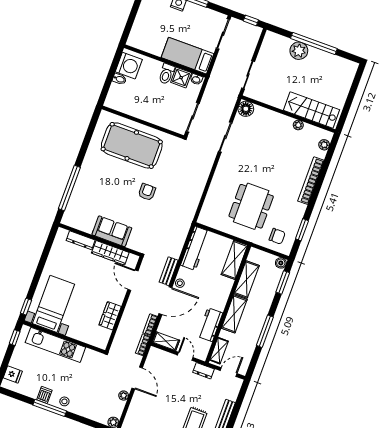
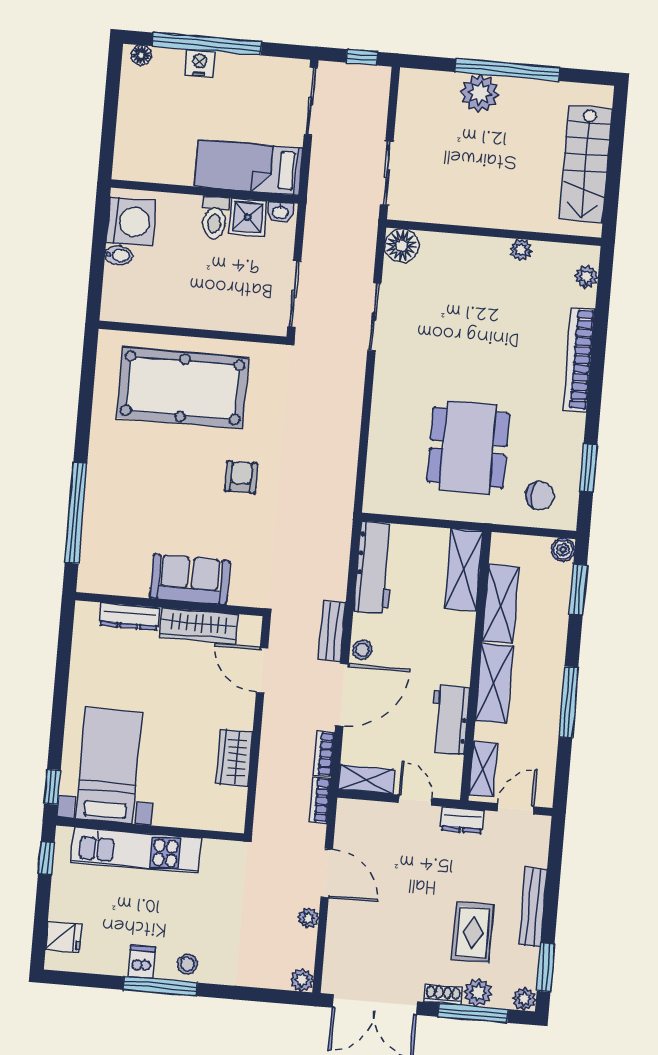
stairs: (311, 110) -> (586, 164), moved, turned -90

